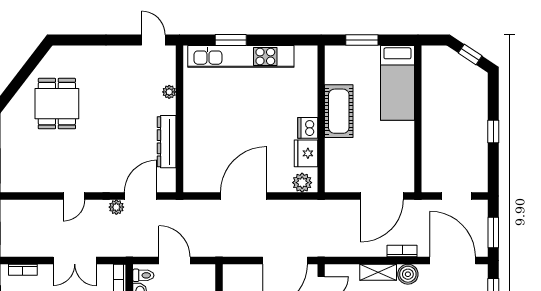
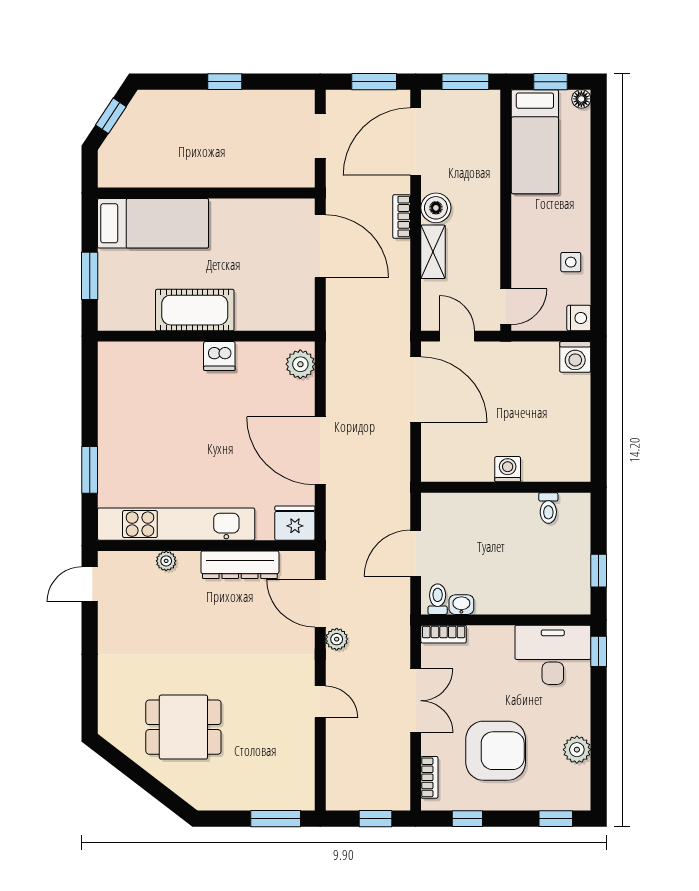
kitchen unit: (241, 56) -> (176, 524), moved, turned -90
fridge: (306, 153) -> (295, 523), moved, turned 180

